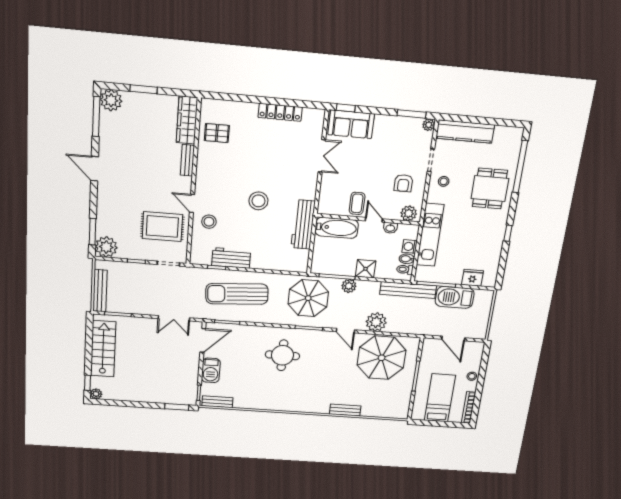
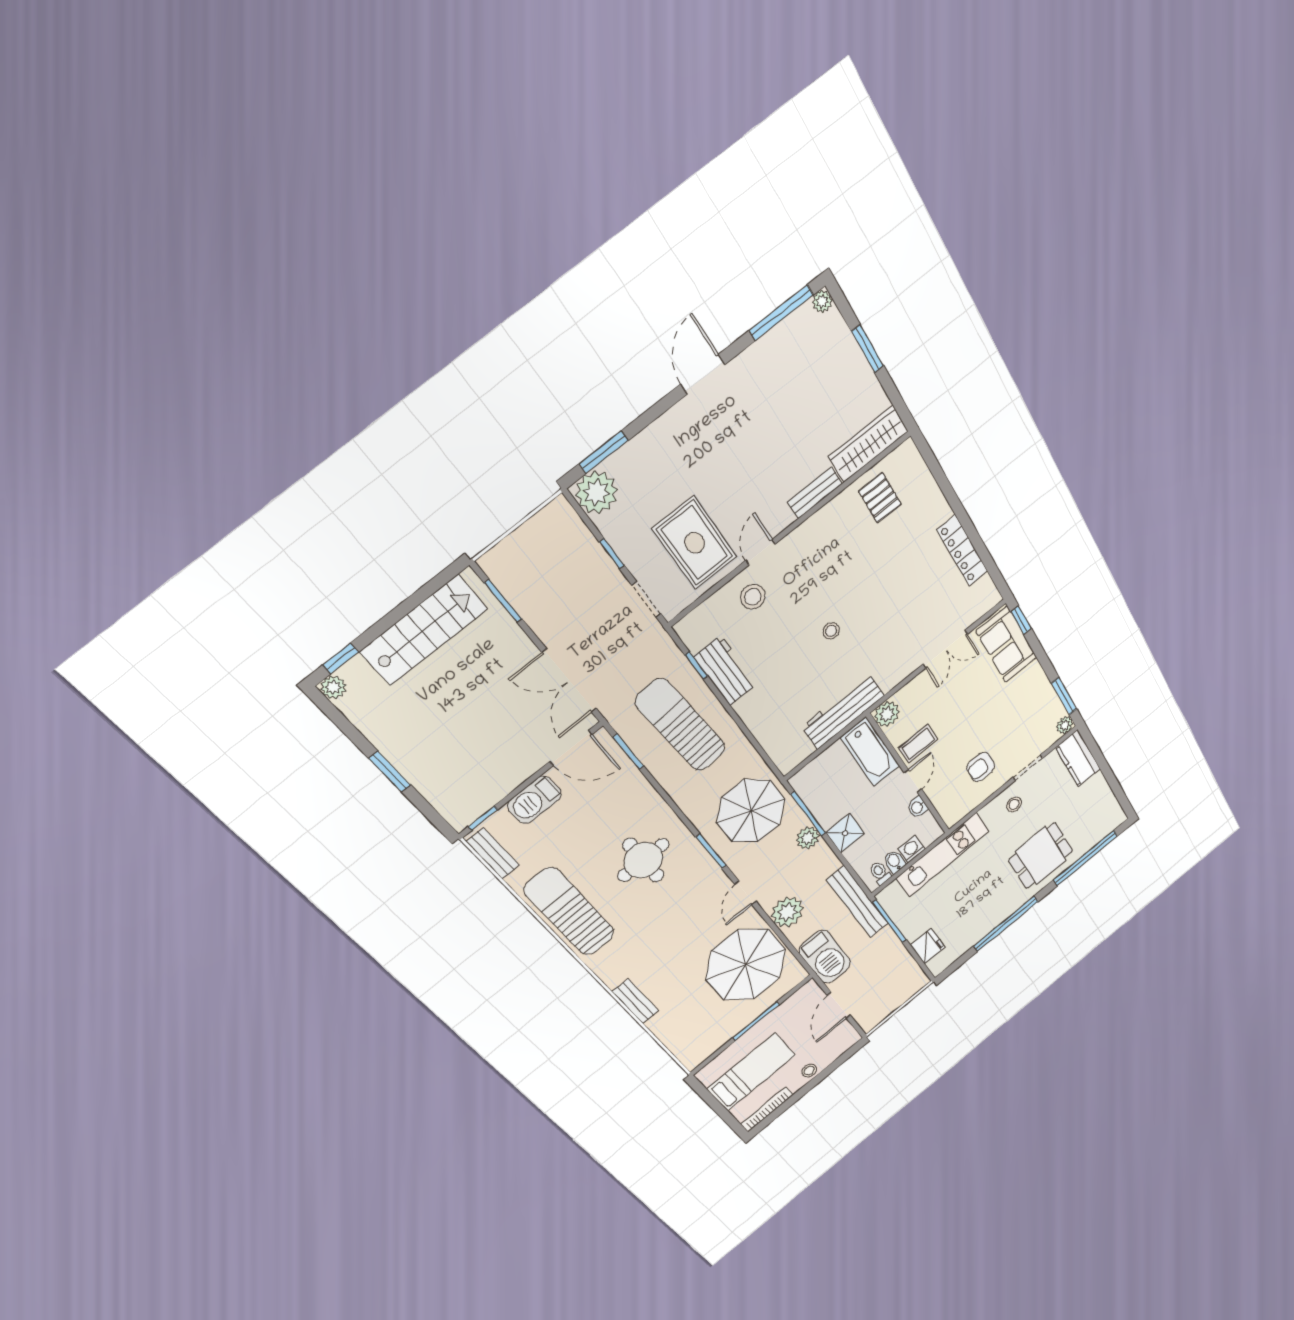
plant: (111, 100) -> (822, 301), width x0.53, depth x0.53
kitchen counter: (465, 131) -> (1078, 758), width x0.67
stool: (258, 201) -> (831, 631), width x0.53, depth x0.53
plant: (409, 213) -> (887, 714), moved
window: (508, 233) -> (1006, 924), width x3.17
bench: (100, 291) -> (518, 543), removed
barbecue: (455, 297) -> (825, 957), moved, turned 180
double door: (174, 318) -> (569, 681), width x1.37
sun lounger: (274, 398) -> (570, 912), added
window: (177, 407) -> (390, 772), moved

